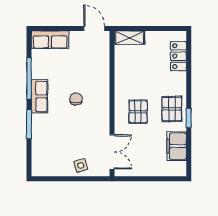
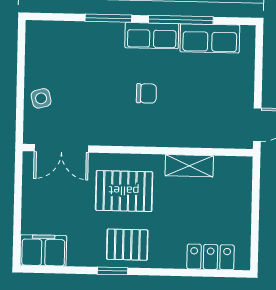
shelving: (129, 38) -> (189, 166), moved, turned 90
row of seats: (50, 40) -> (210, 38), moved, turned -90
pallet: (138, 112) -> (124, 191), width x1.50, depth x1.42
filing cabinet: (177, 146) -> (43, 250), moved

